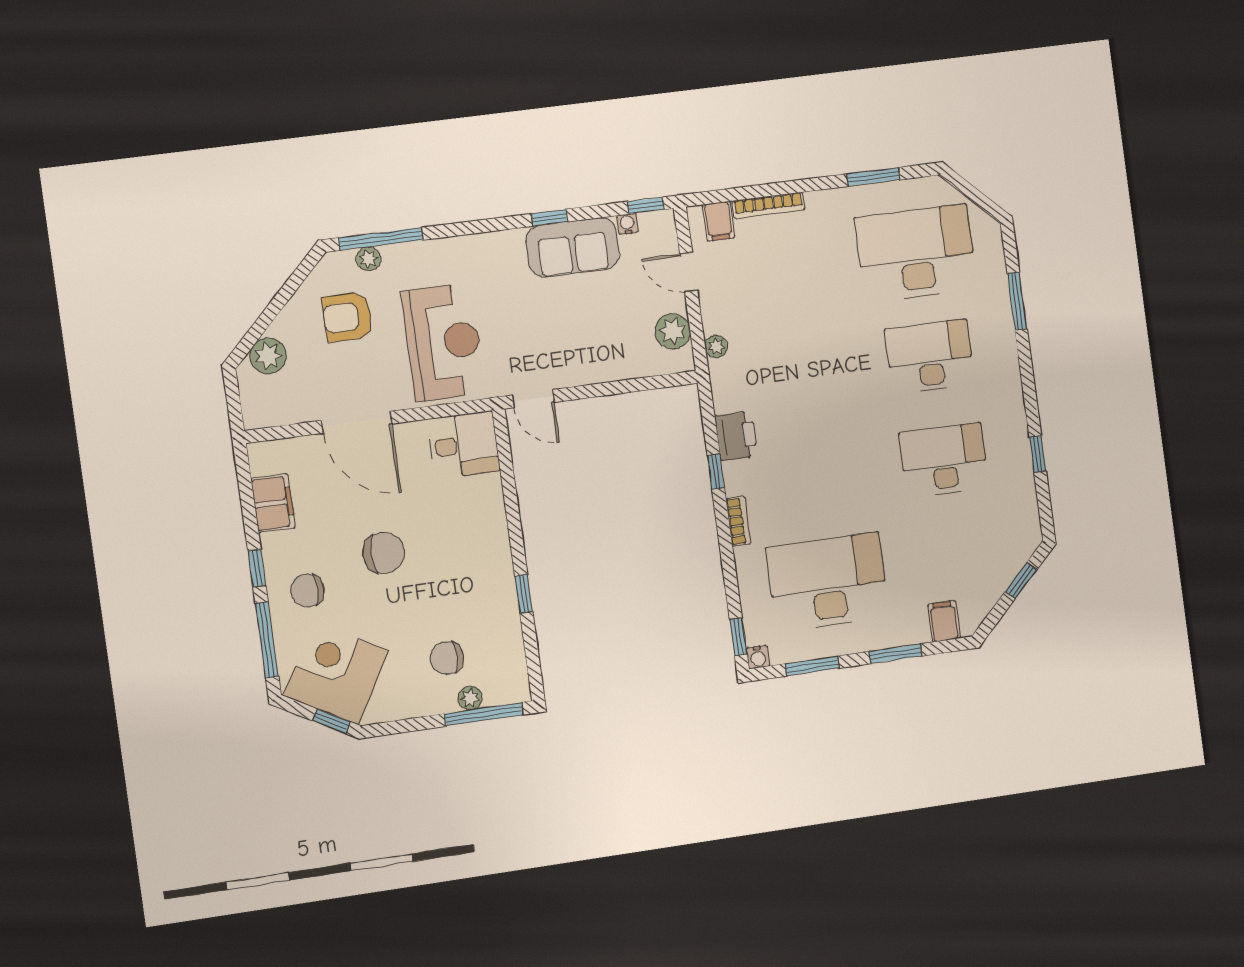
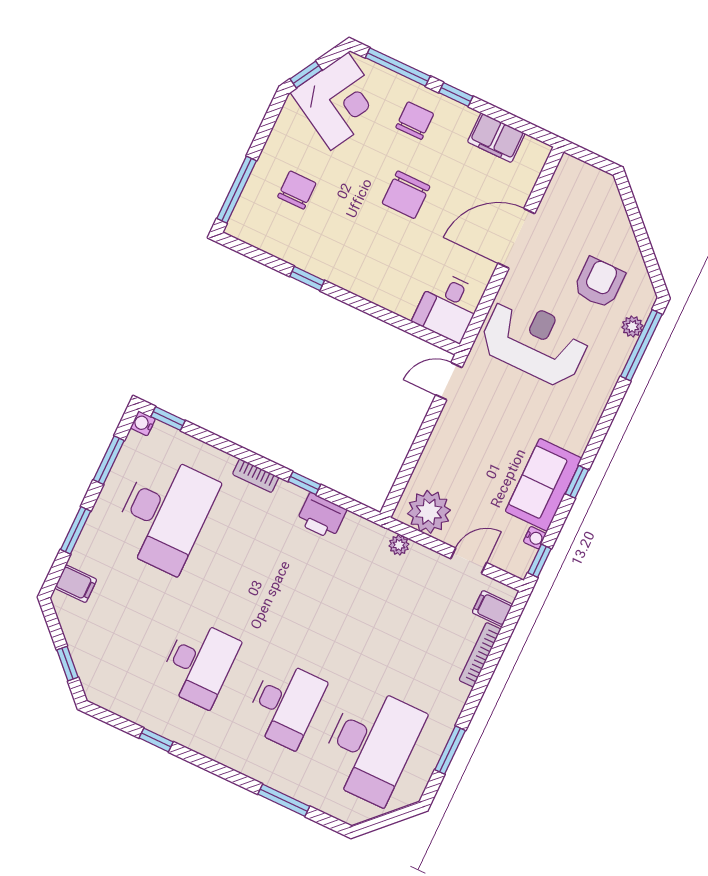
plant: (673, 331) -> (429, 512), width x1.36, depth x1.36
reception desk: (443, 342) -> (535, 342), turned 180
plant: (268, 356) -> (608, 205), removed
plant: (470, 698) -> (255, 188), removed

